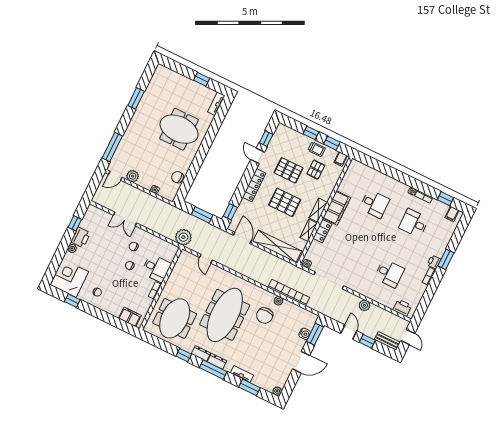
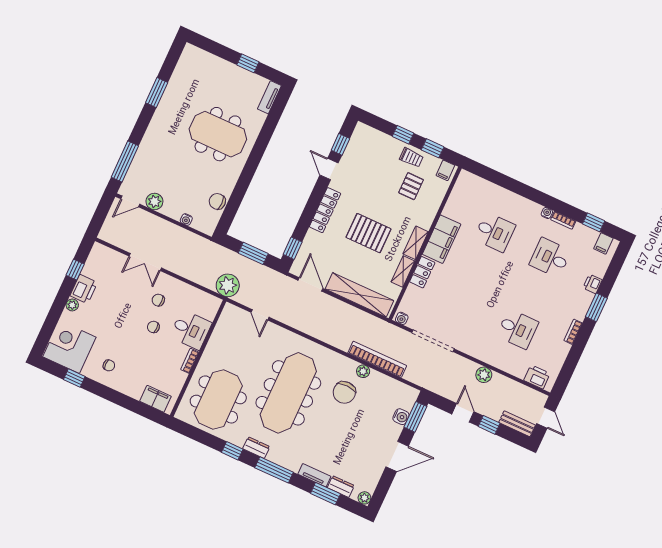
pallet: (289, 170) -> (373, 188), removed
printer: (434, 262) -> (593, 284), moved
dresser: (217, 361) -> (341, 487), moved

